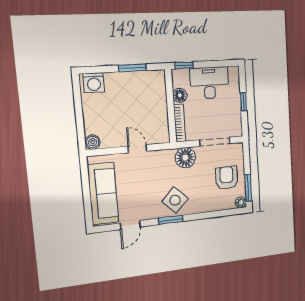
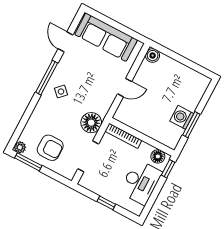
washing machine: (94, 83) -> (182, 117), moved
floor lamp: (180, 95) -> (158, 156), moved
side table: (175, 200) -> (61, 92), width x0.54, depth x0.54
window: (171, 220) -> (47, 78), width x1.44

